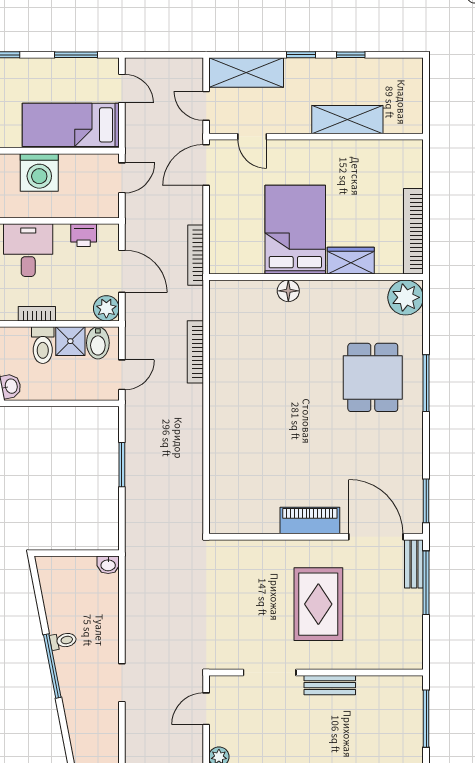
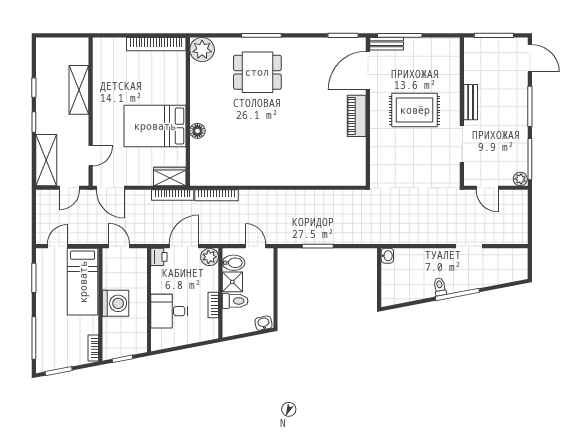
printer: (84, 235) -> (159, 257), moved
wardrobe: (351, 261) -> (170, 176), moved, turned 90
bookcase: (195, 352) -> (217, 195), moved

